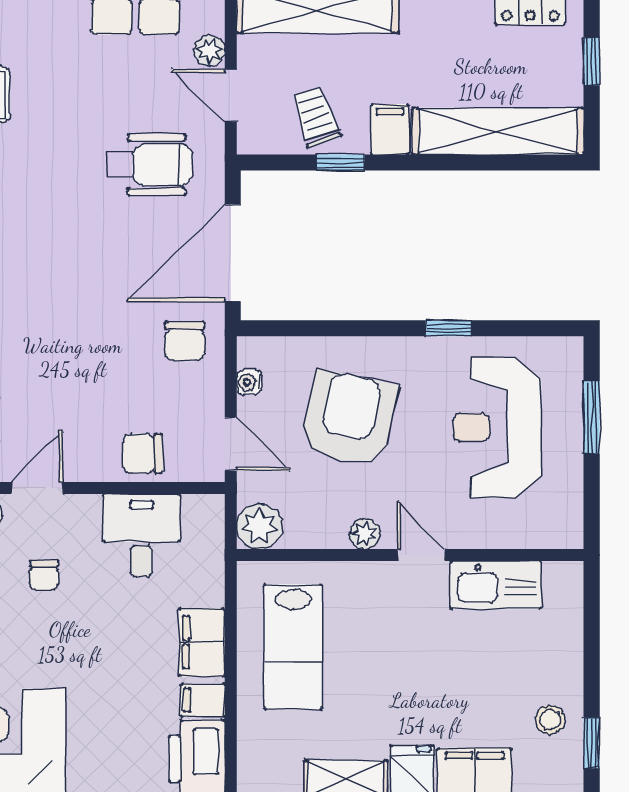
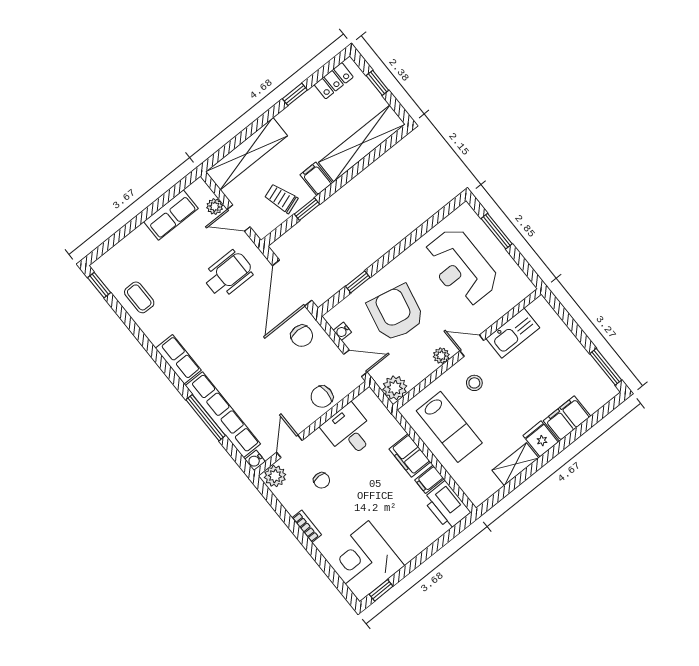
window: (449, 328) -> (358, 282), moved
stool: (550, 720) -> (474, 383), moved
window: (592, 743) -> (606, 367), width x1.50

